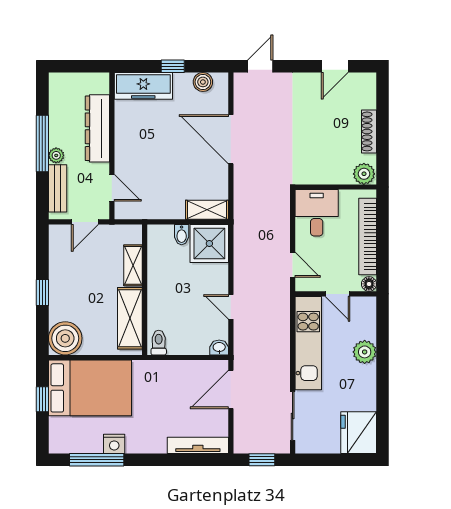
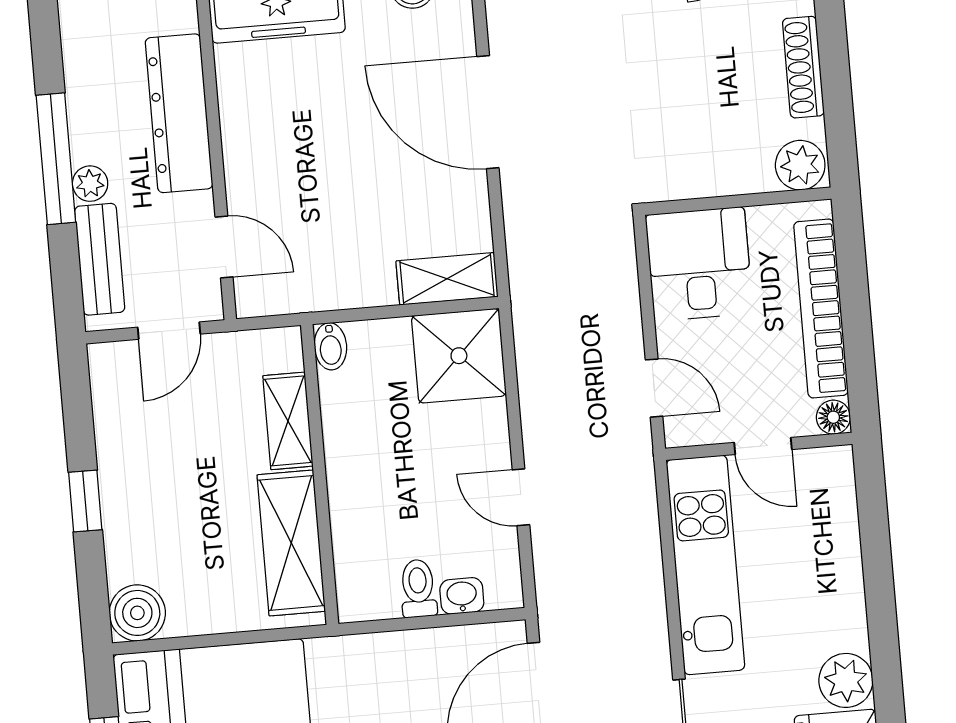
bidet: (182, 235) -> (330, 346), moved
boiler: (65, 338) -> (137, 613), width x0.73, depth x0.73
toilet: (159, 343) -> (418, 588), moved
washbasin: (219, 348) -> (462, 596), moved
plant: (365, 352) -> (846, 680), moved

